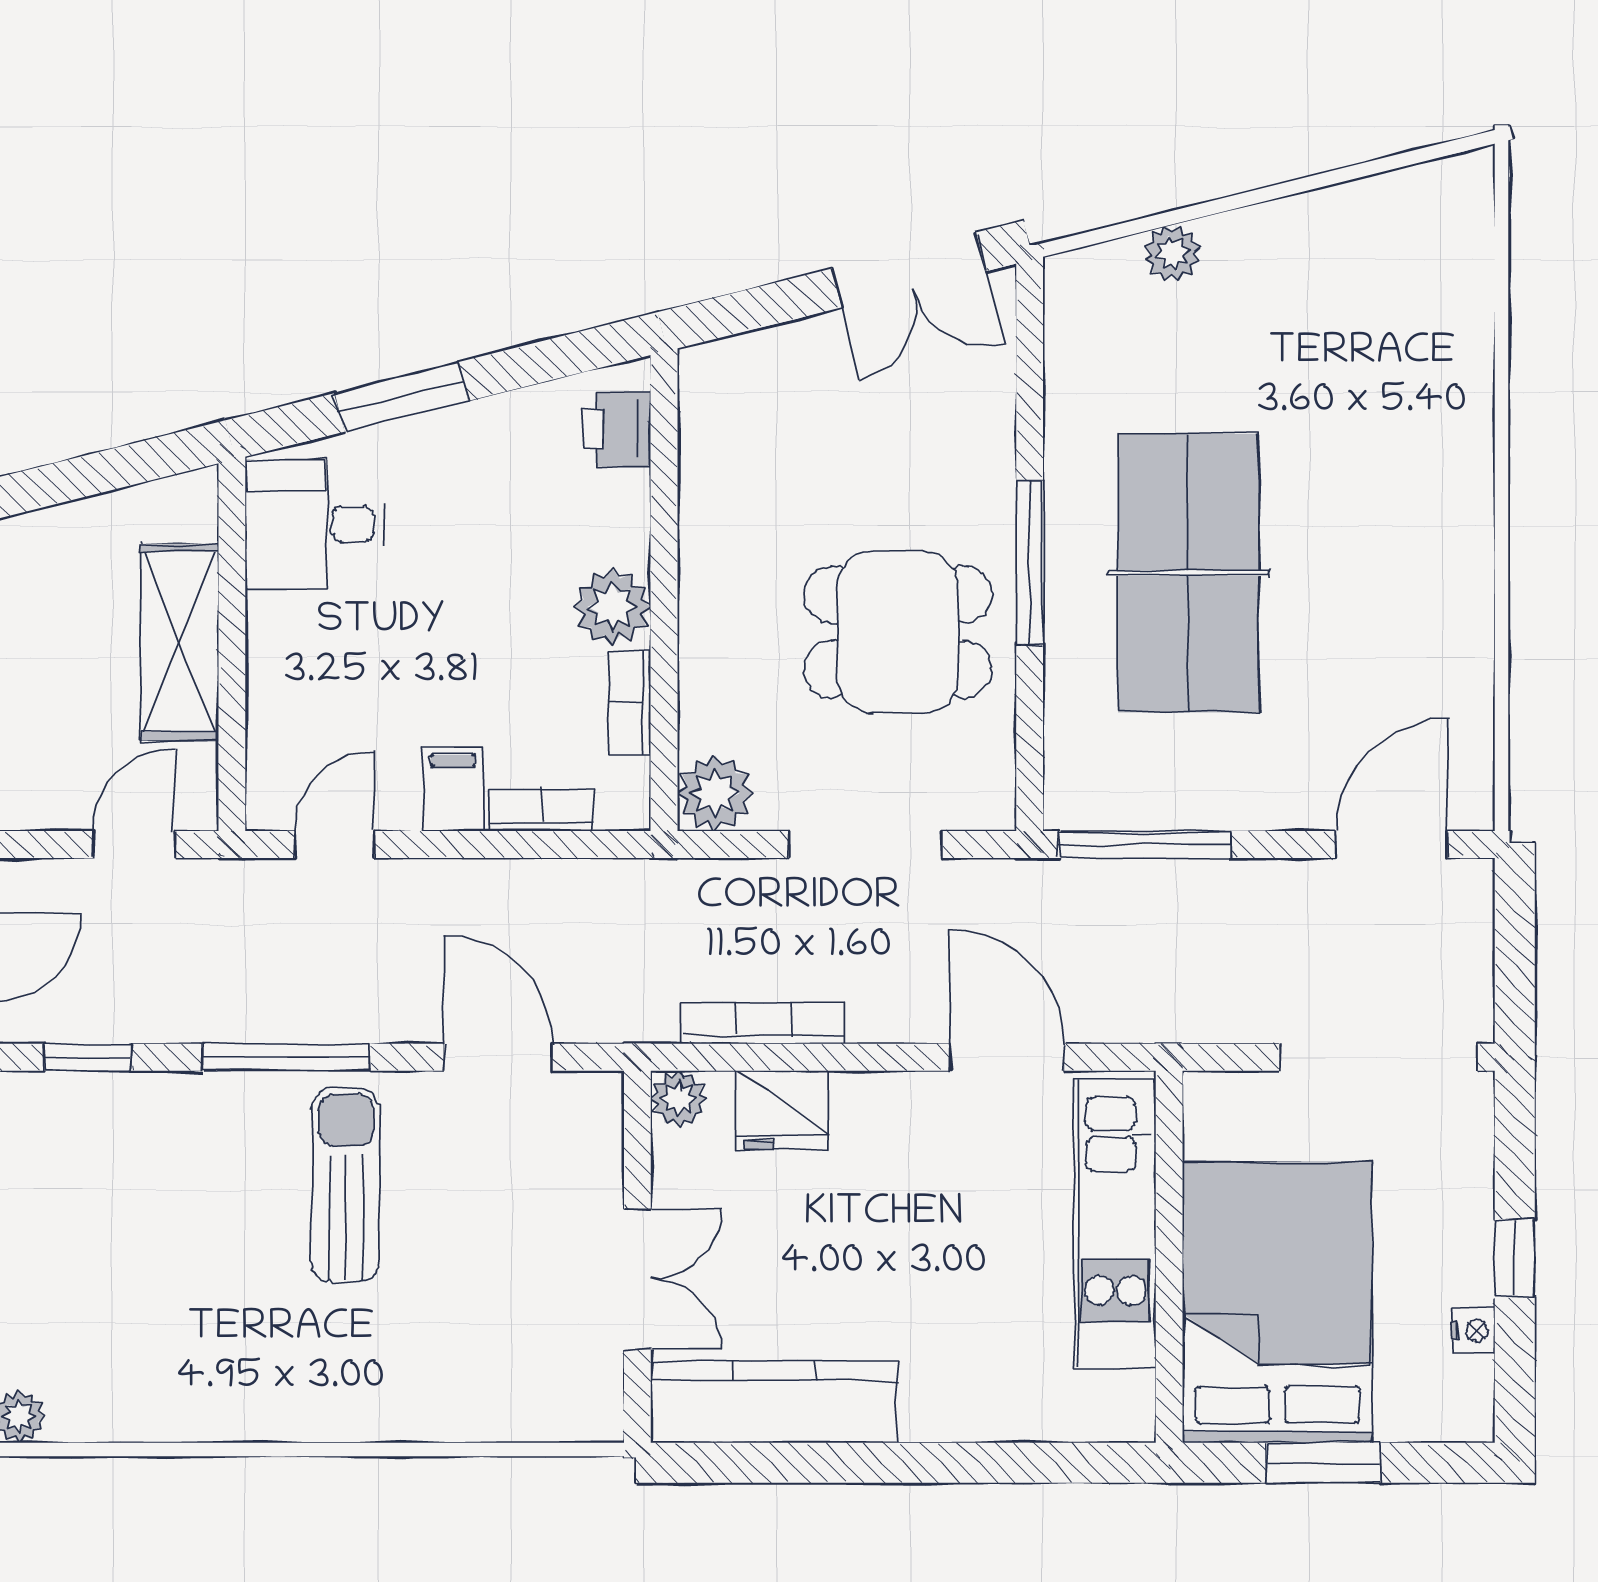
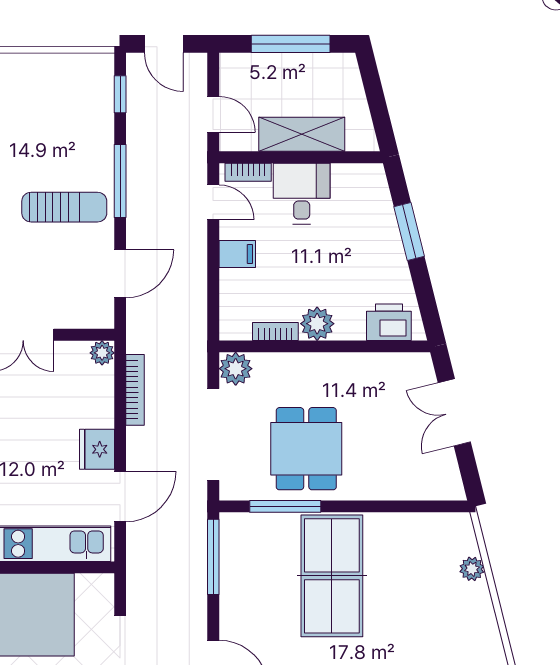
double door: (909, 270) -> (454, 412), moved
printer: (617, 429) -> (389, 322), width x1.36, depth x1.24
desk: (315, 524) -> (302, 194), moved
window: (1030, 562) -> (285, 506), moved
table tennis table: (1188, 573) -> (332, 576), turned 90
bookcase: (542, 810) -> (248, 172), moved, turned 90
doorway: (865, 845) -> (213, 434), width x1.36
fridge: (783, 1110) -> (97, 449), moved

